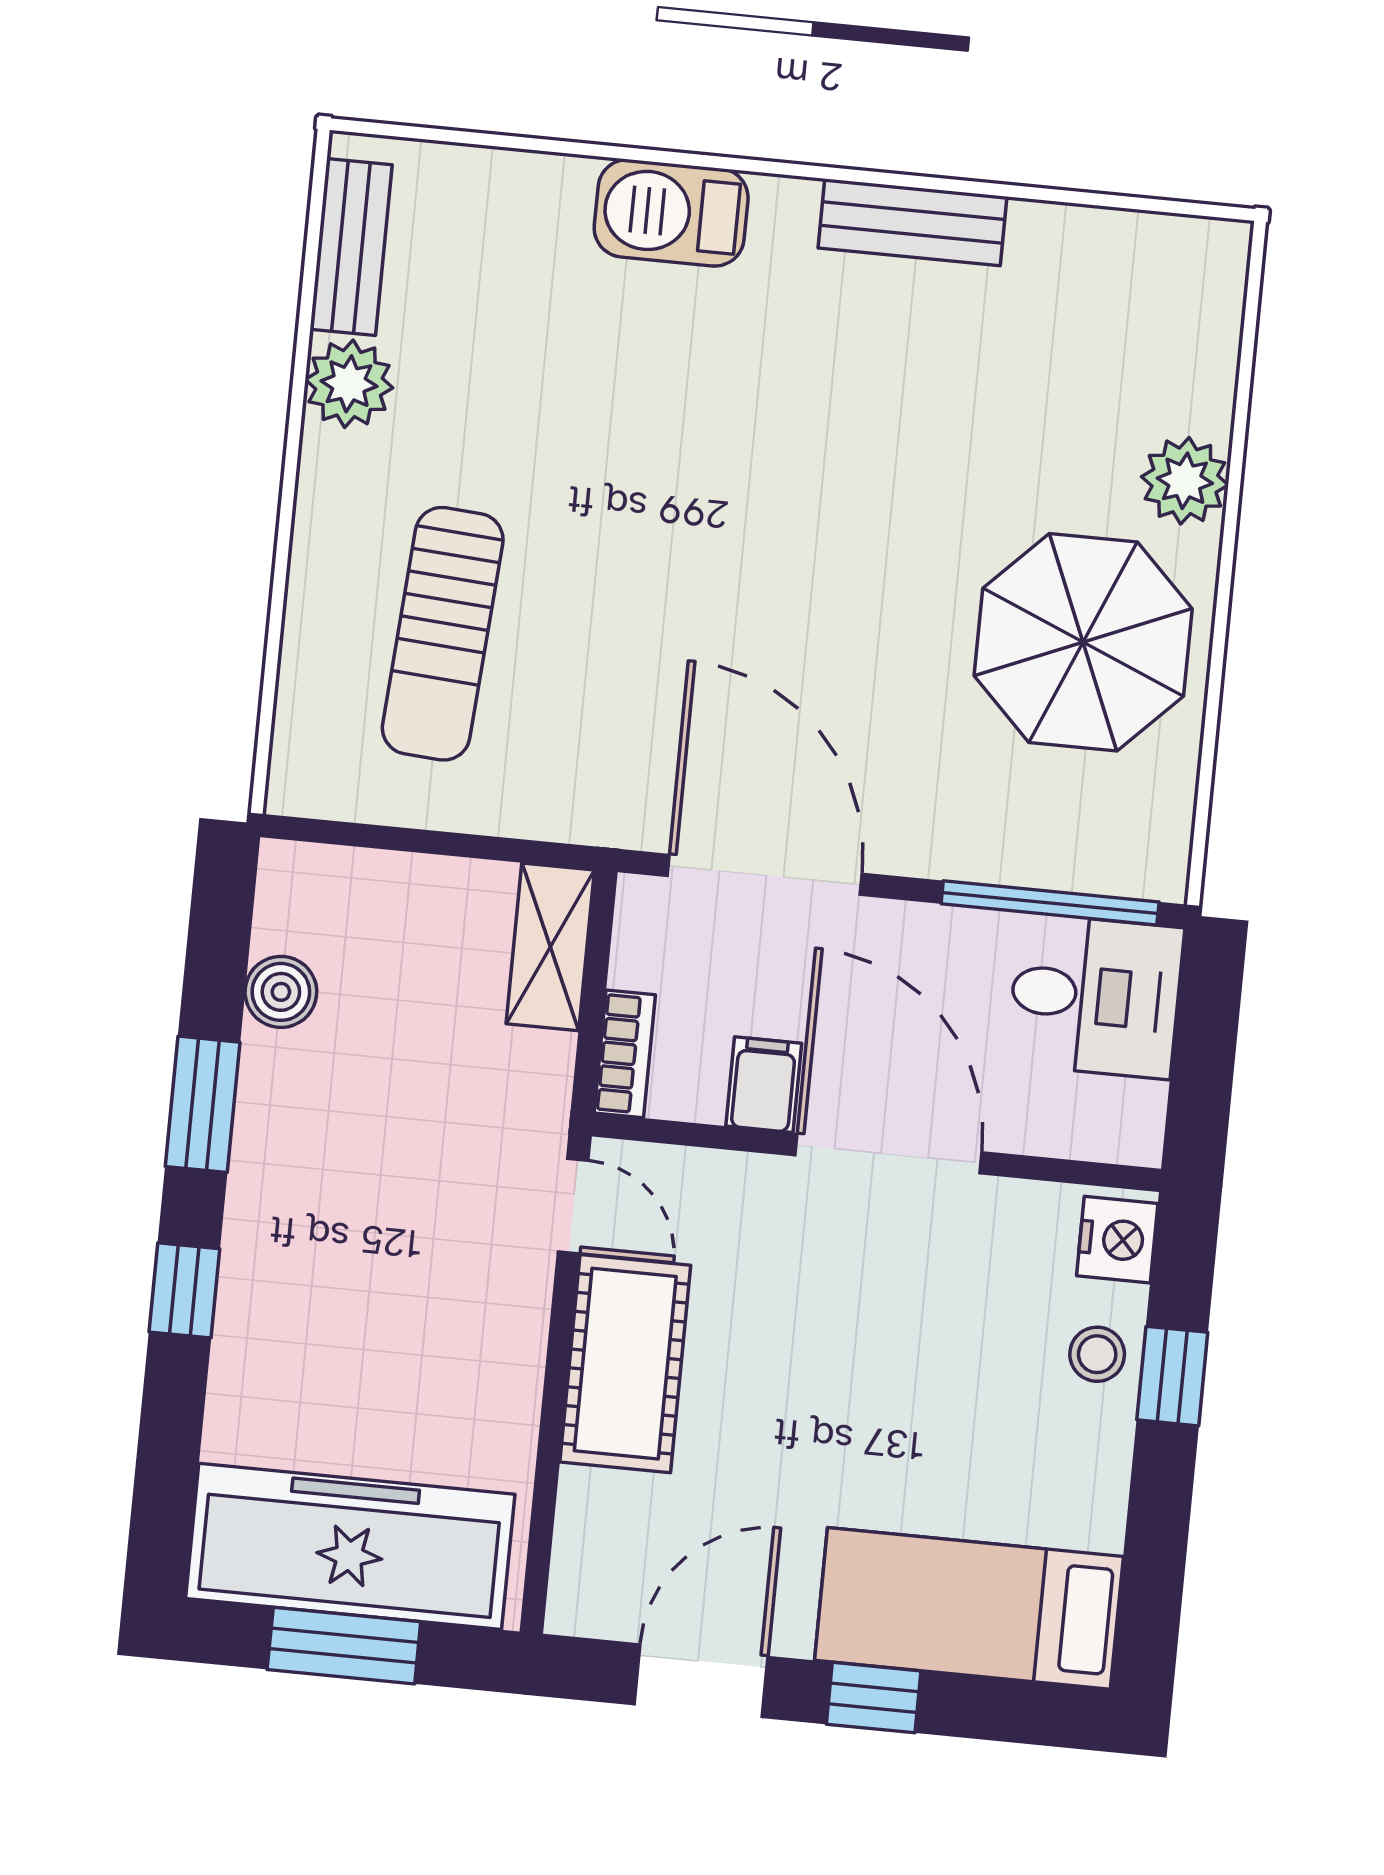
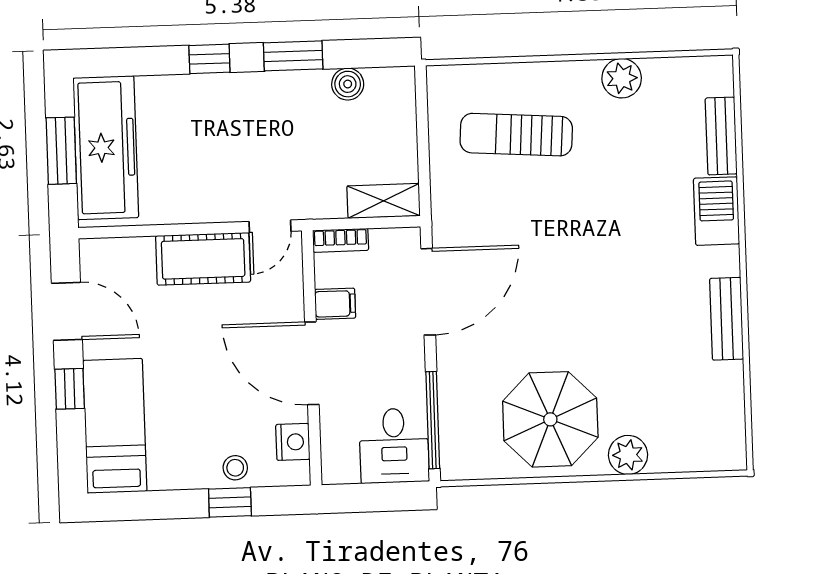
bench: (351, 247) -> (721, 136), moved, turned 90
door: (888, 1154) -> (312, 363), swing flipped
nightstand: (1117, 1240) -> (293, 442), moved, turned -90

